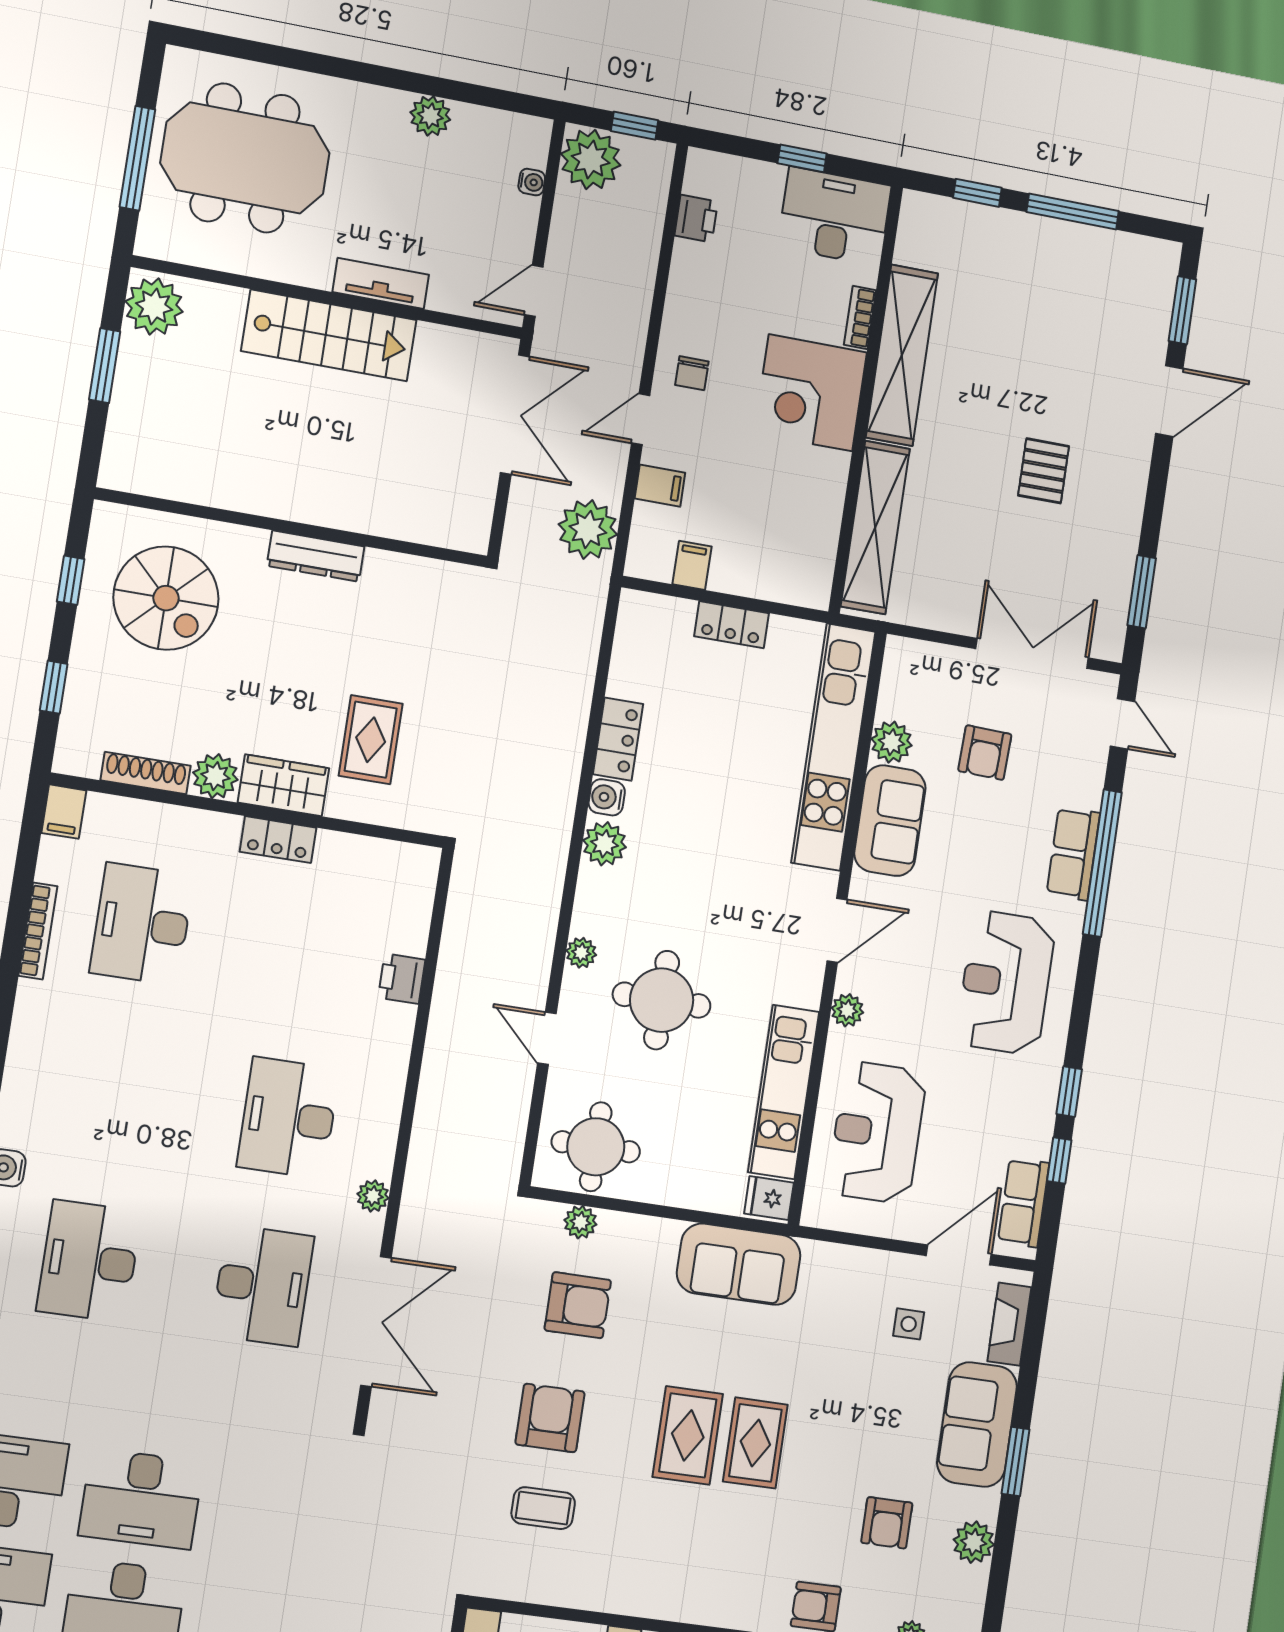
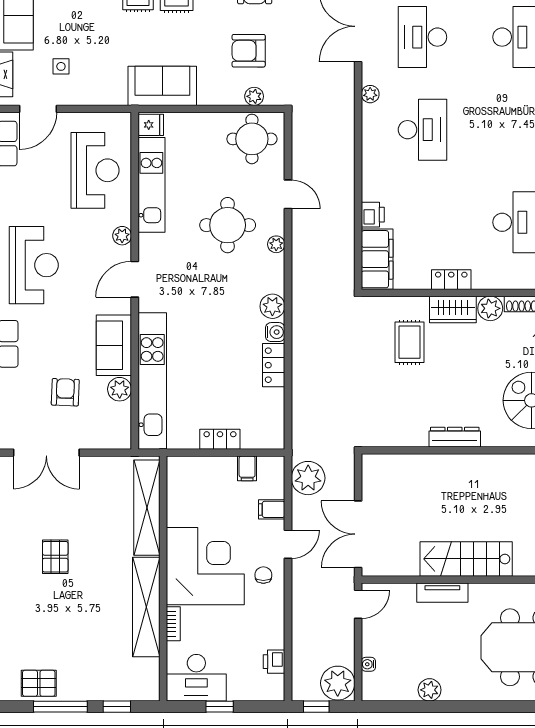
pallet: (1103, 259) -> (39, 683), added
corner desk: (811, 393) -> (205, 566), width x1.36, depth x1.36
filing cabinet: (406, 898) -> (377, 259), added

